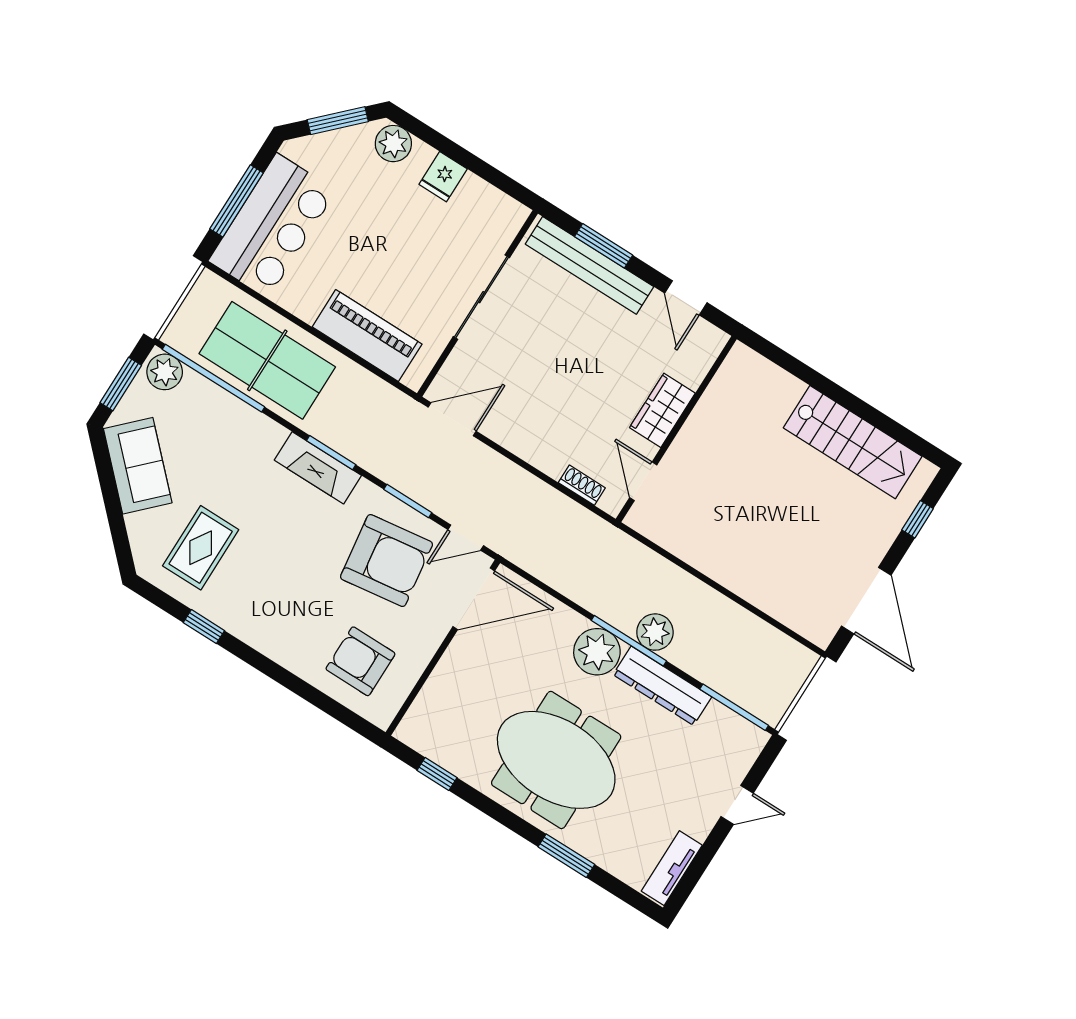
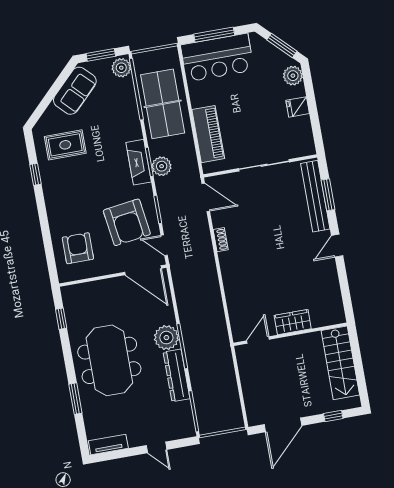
wardrobe: (662, 410) -> (293, 322), moved
wall: (676, 429) -> (290, 334), moved
door: (643, 481) -> (258, 340), moved
shoe rack: (582, 485) -> (221, 240), moved
plant: (655, 632) -> (162, 166), moved

